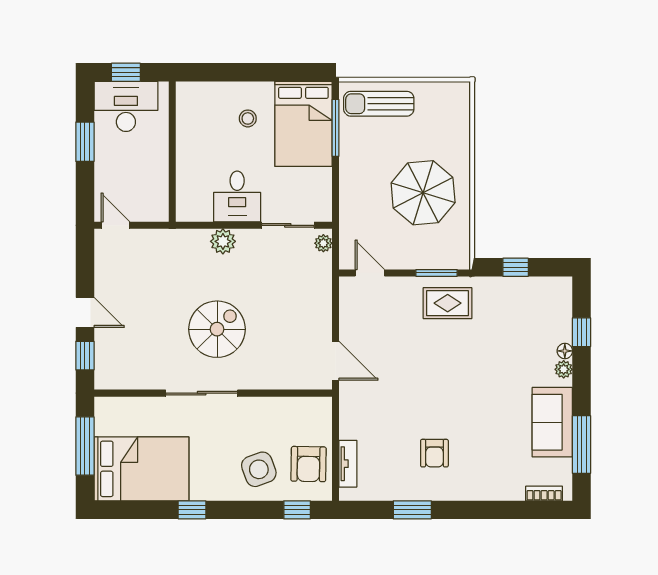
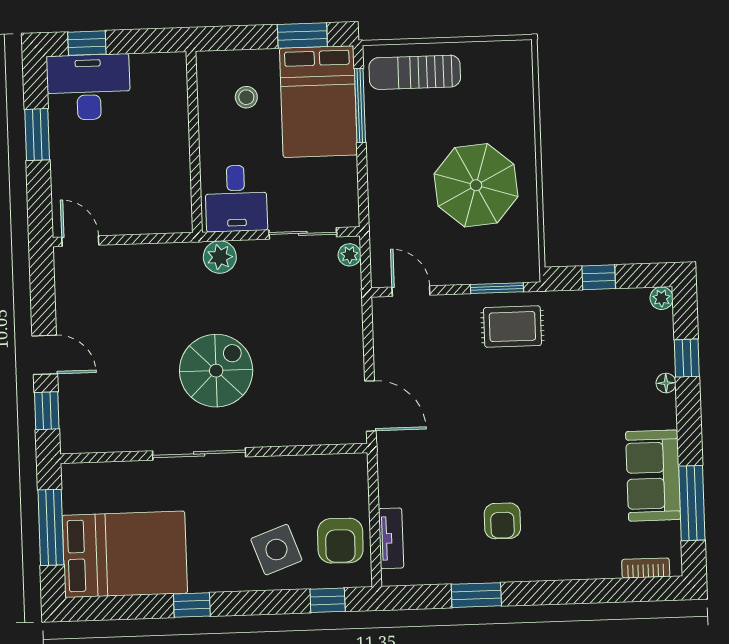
window: (293, 72) -> (302, 36), added
wall: (172, 152) -> (194, 142), moved
plant: (564, 369) -> (662, 298), moved

